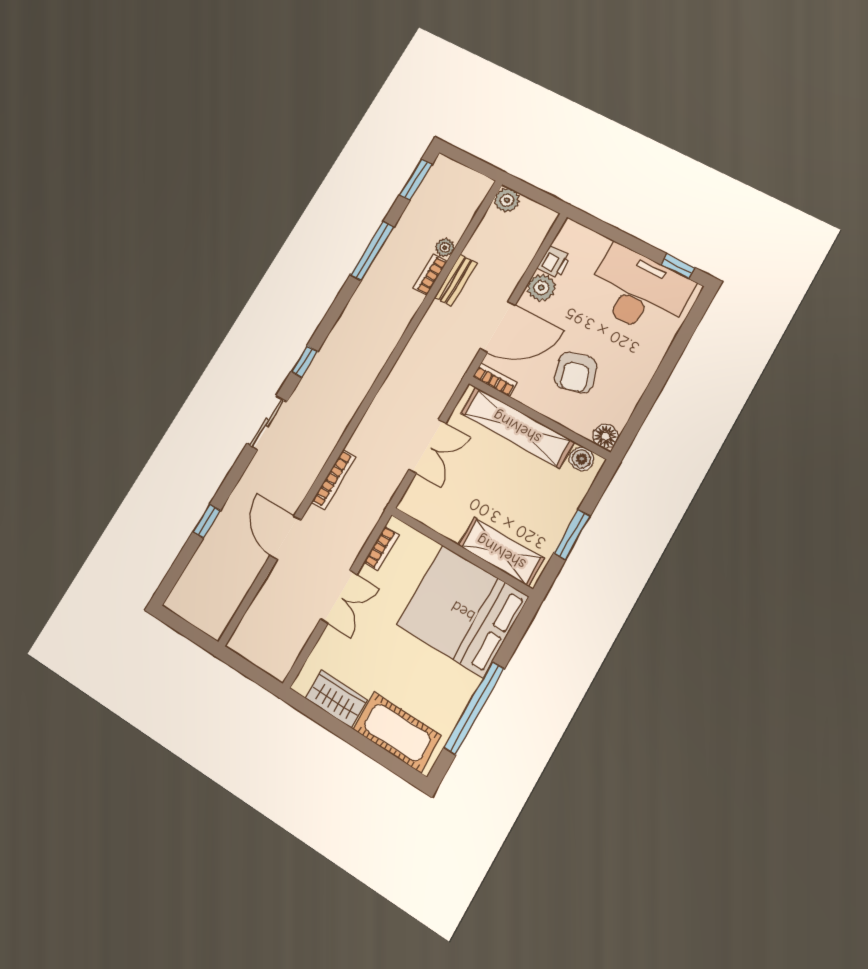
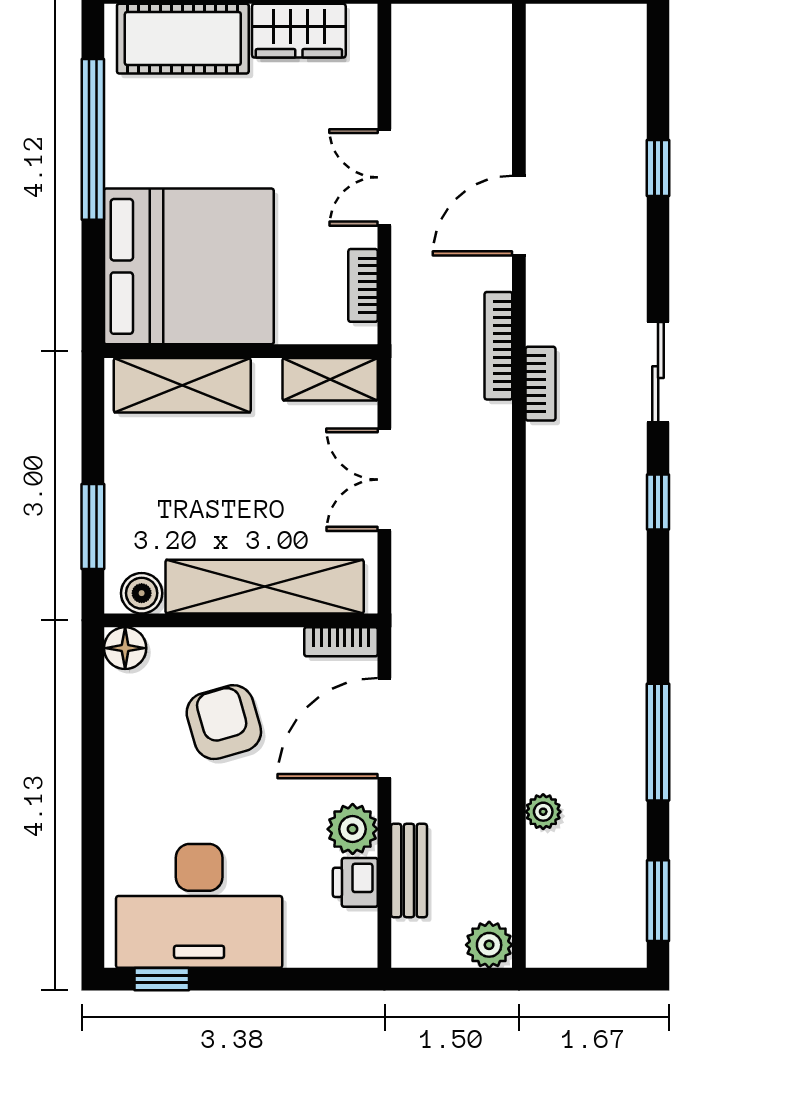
bookcase: (430, 275) -> (541, 384), moved
bench: (456, 280) -> (409, 870), moved
shelving: (425, 511) -> (330, 379), added
window: (572, 535) -> (93, 526), moved
door: (286, 538) -> (519, 216), swing flipped

